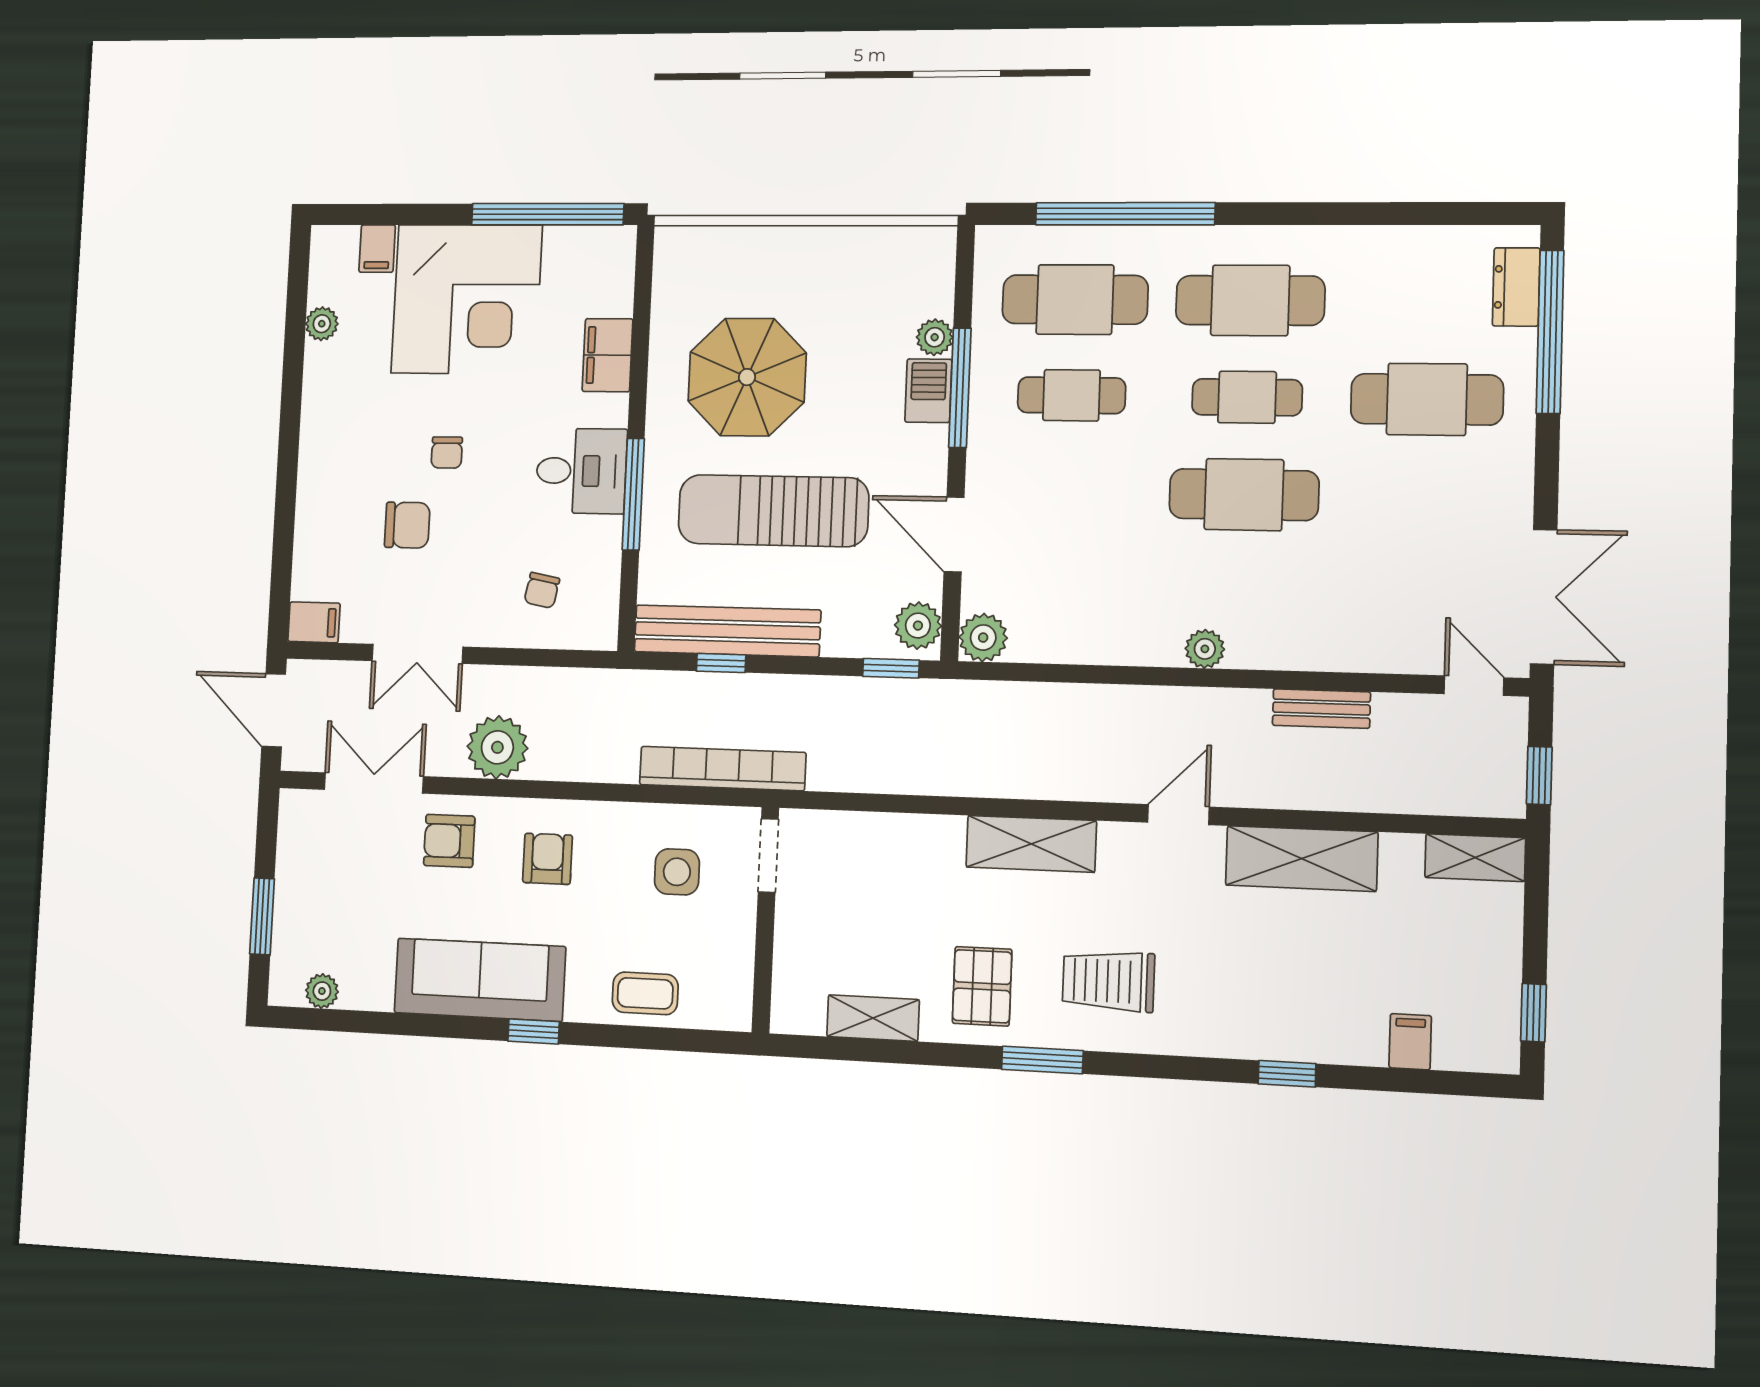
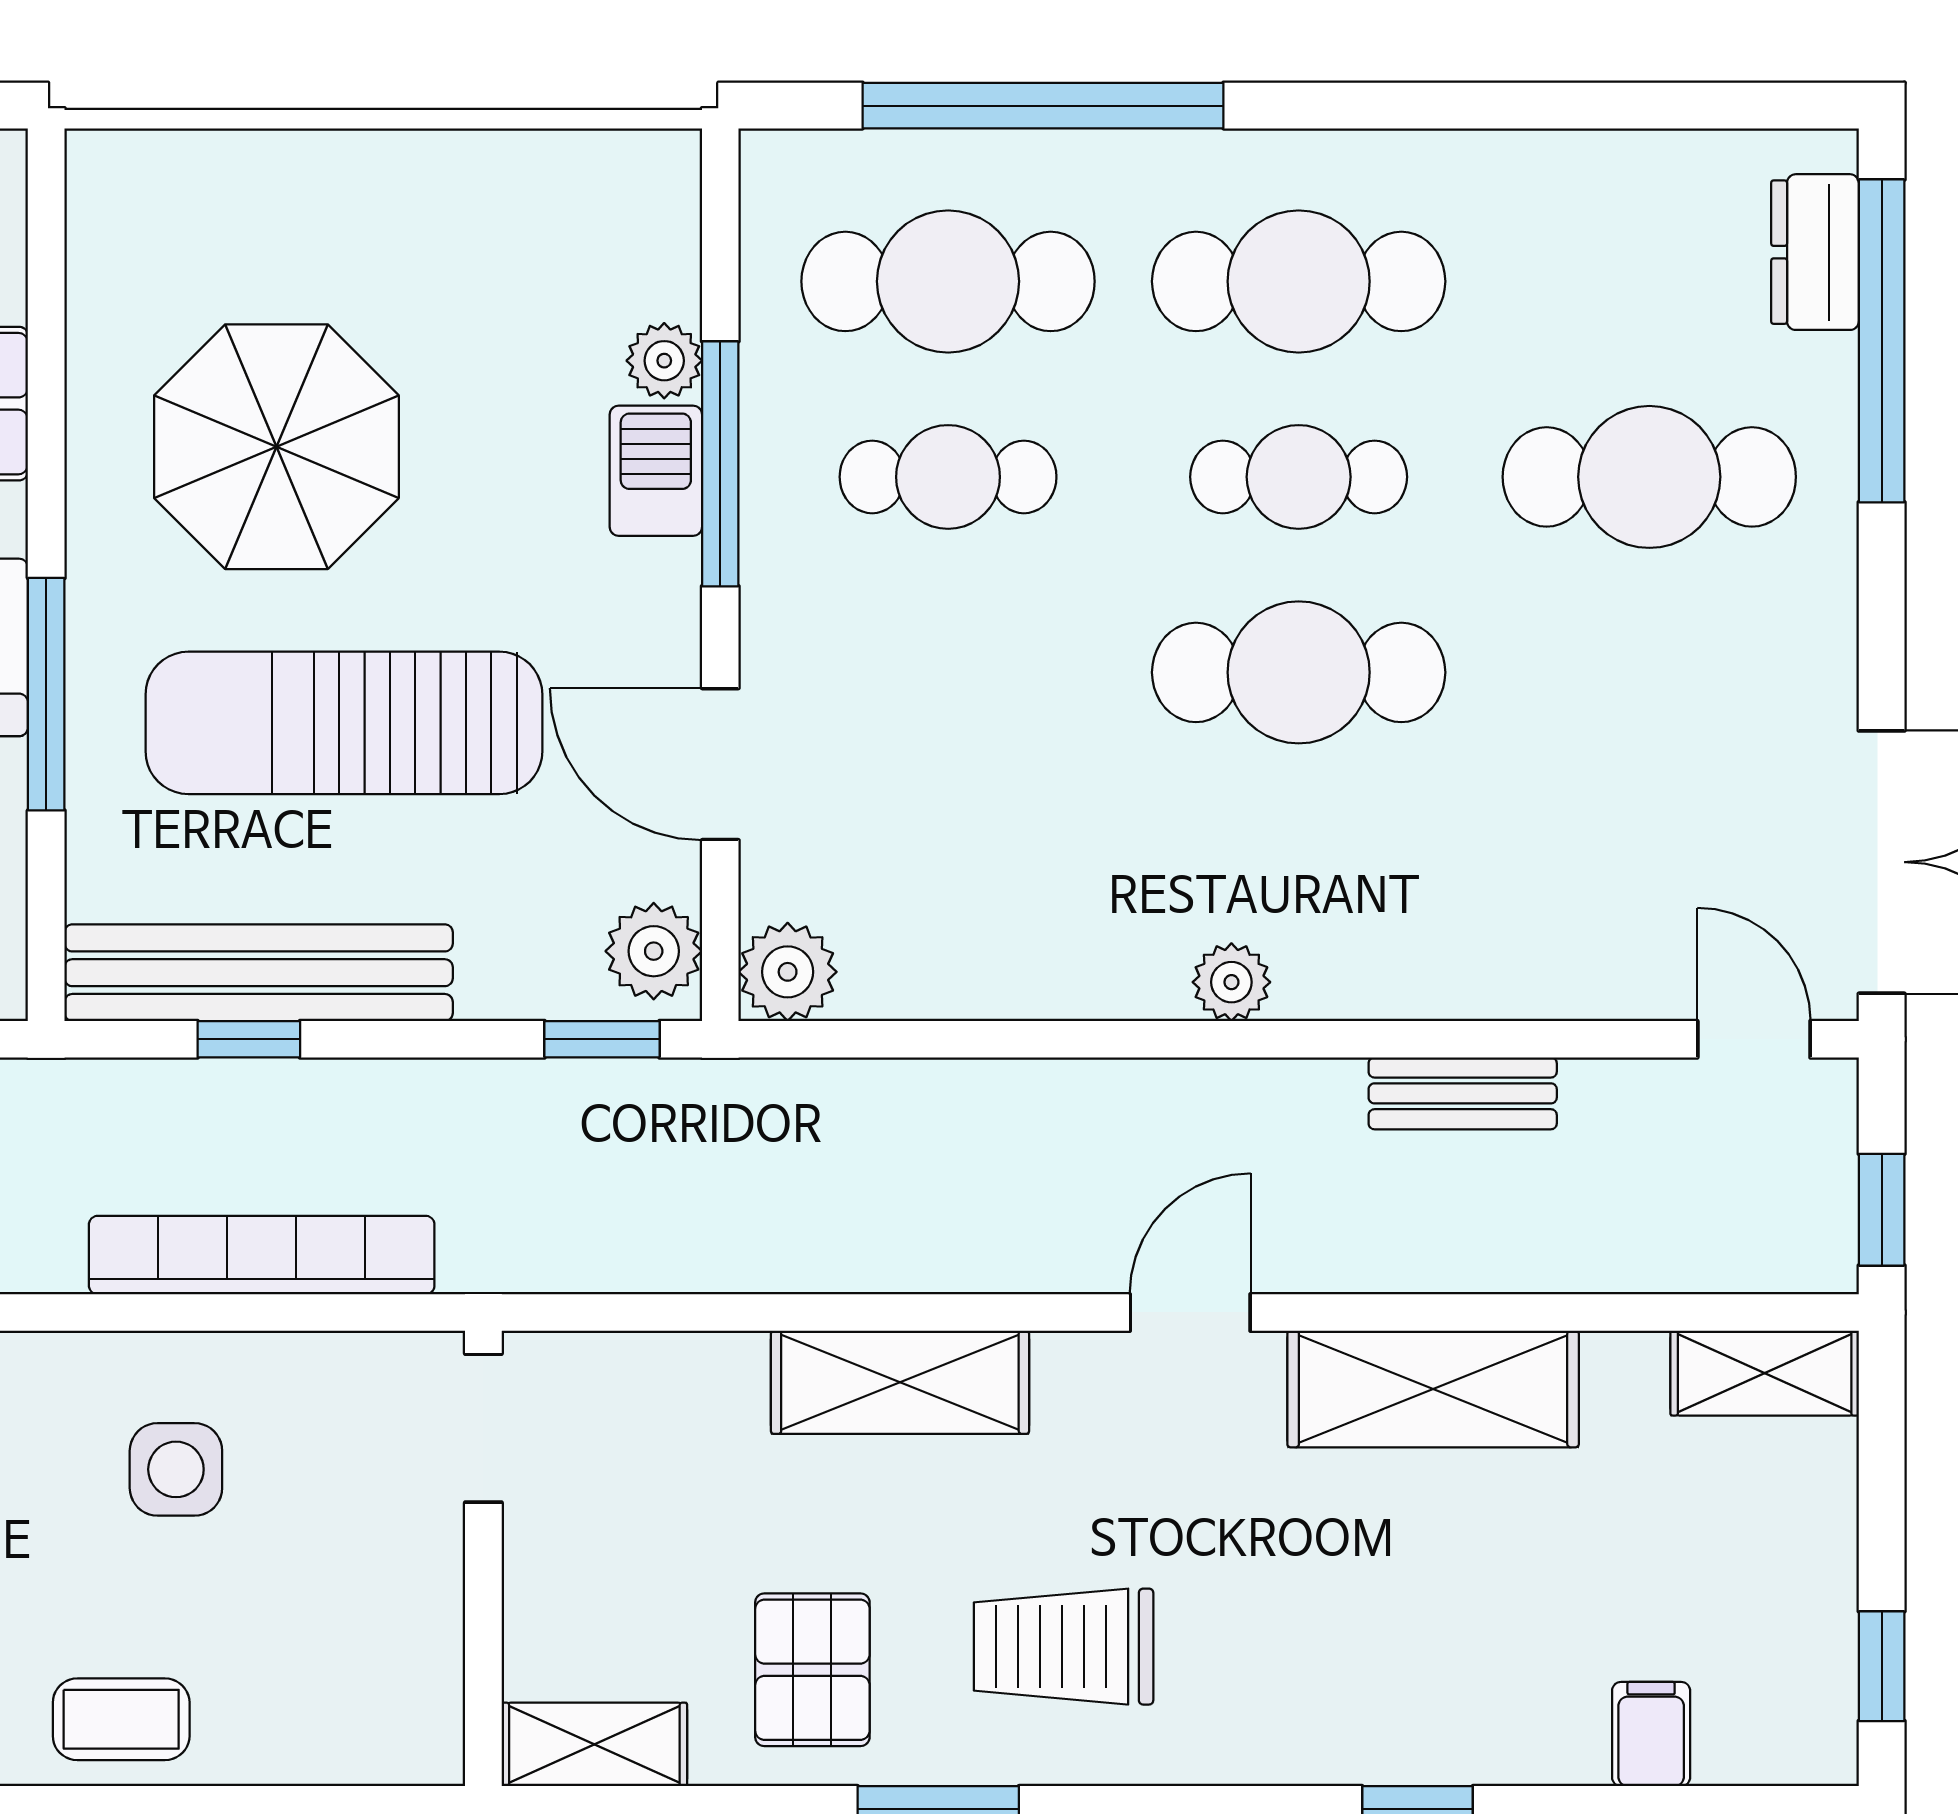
doorway: (768, 856) -> (483, 1428), moved
wall: (765, 920) -> (483, 1558), moved

